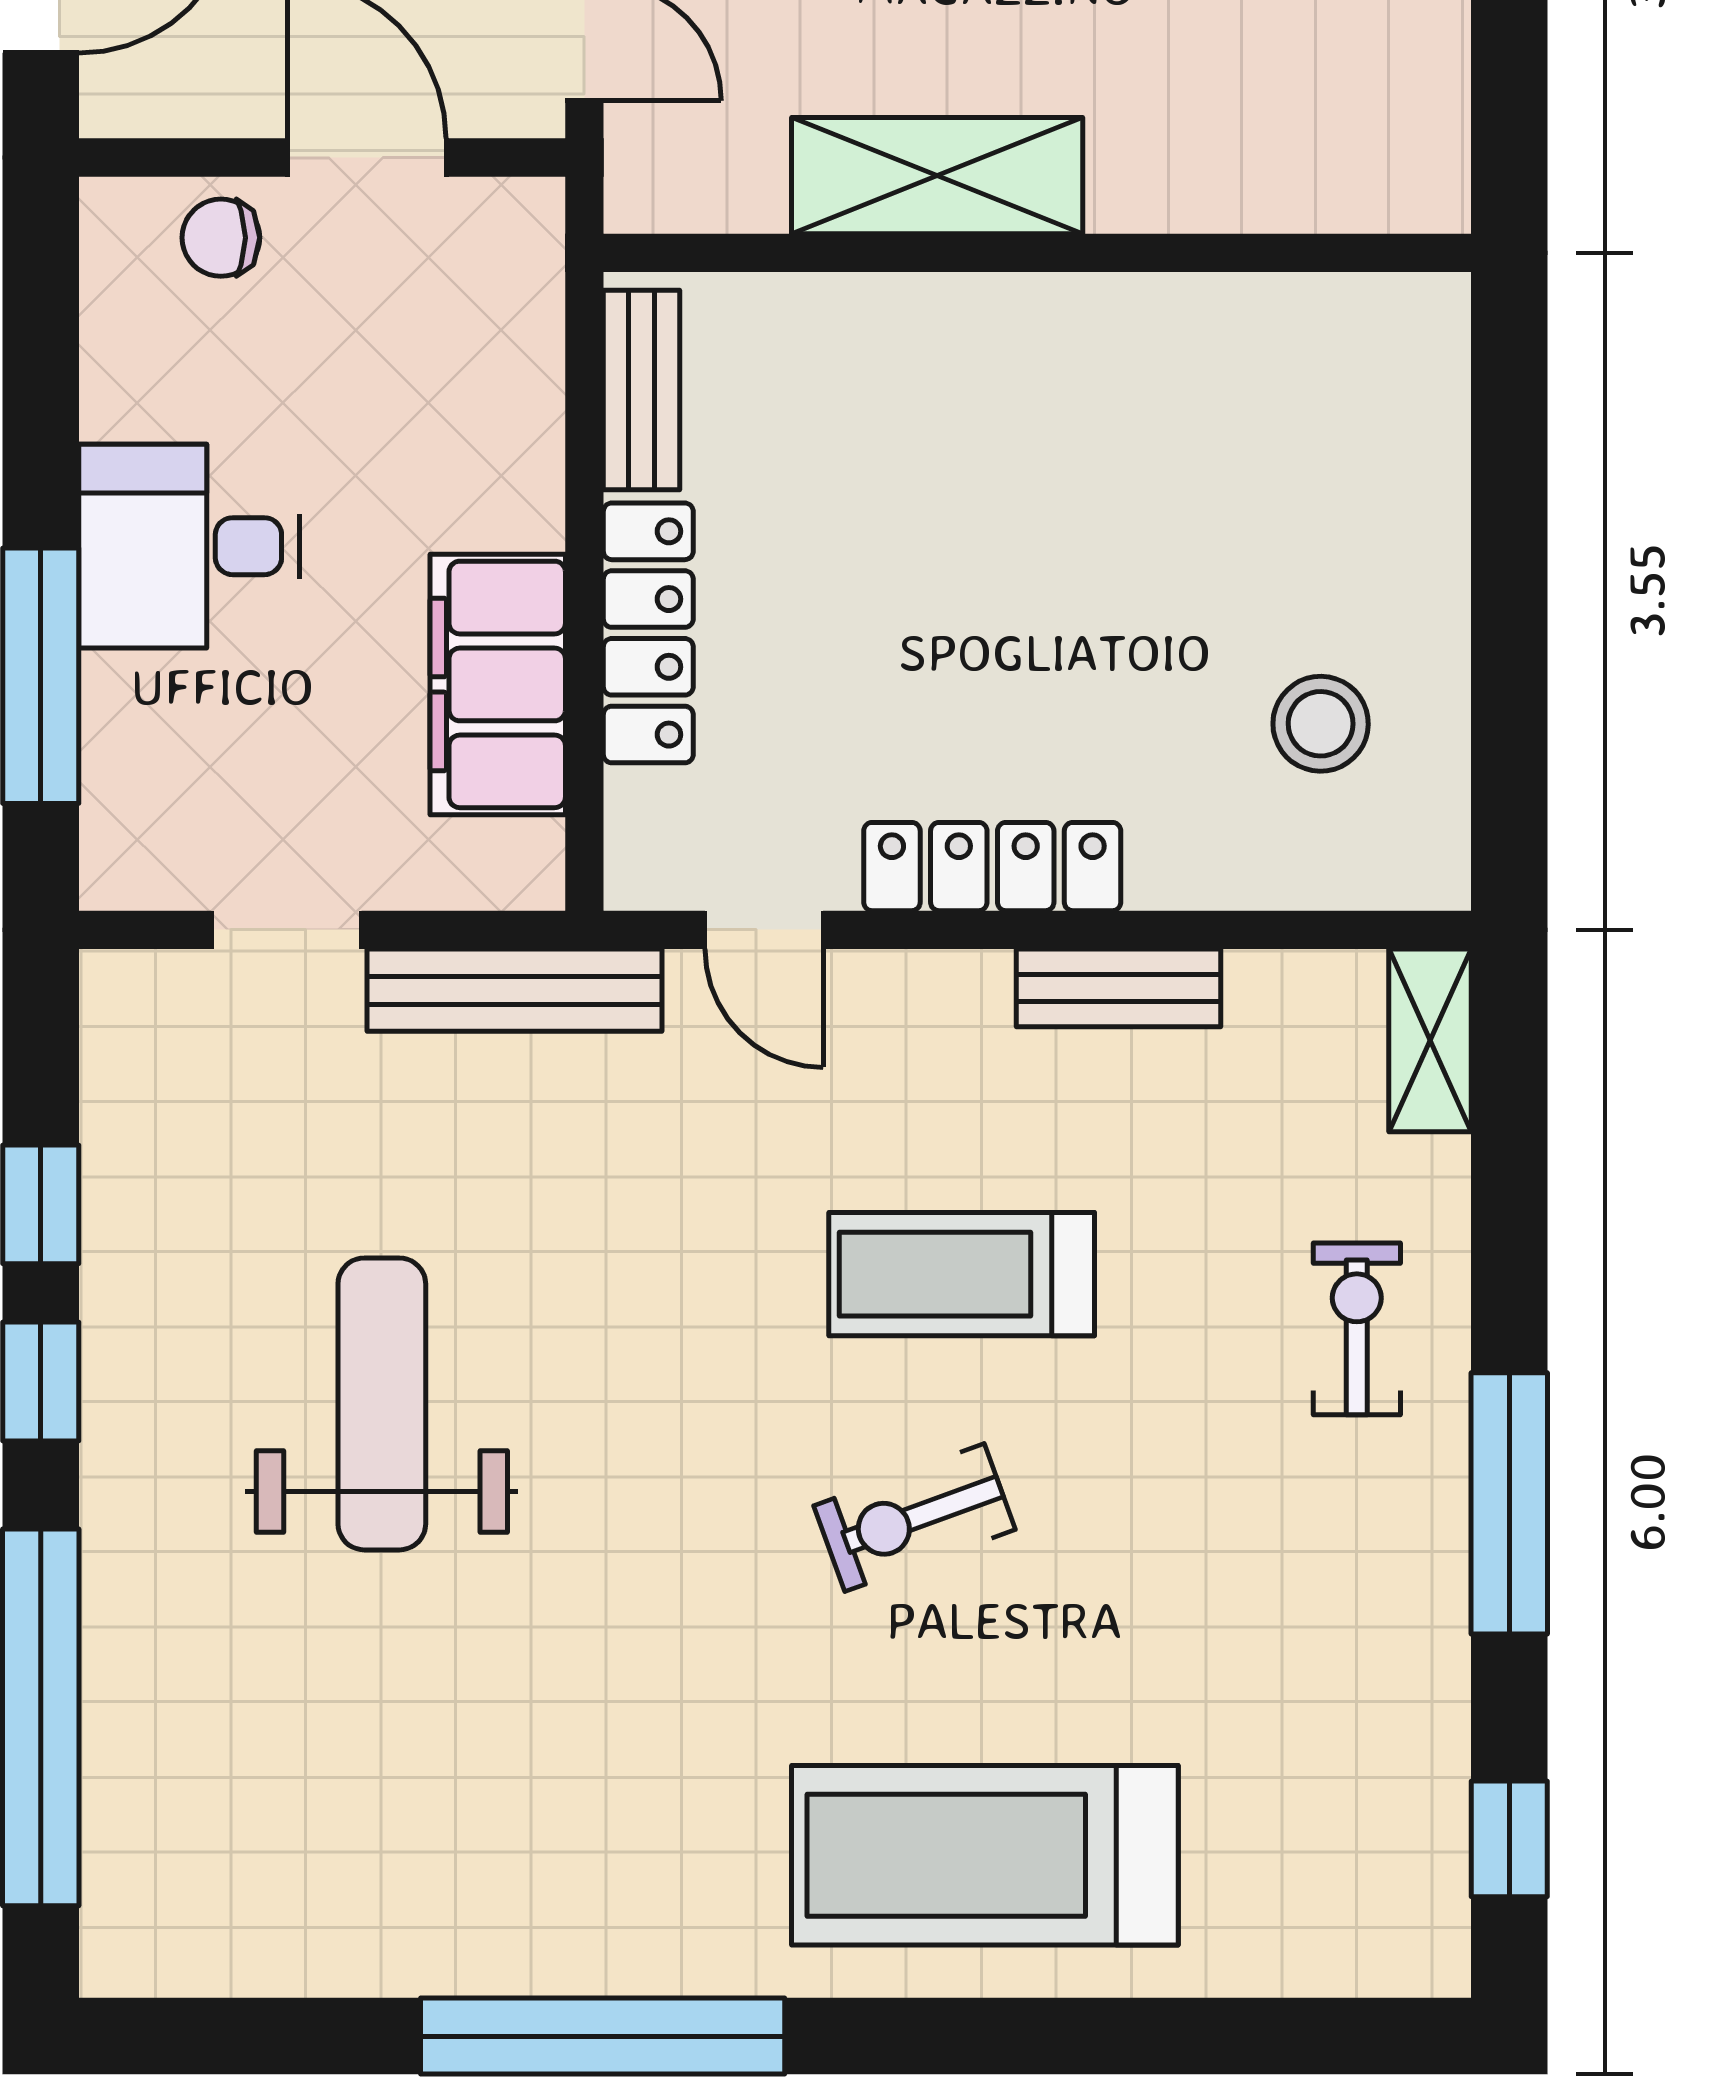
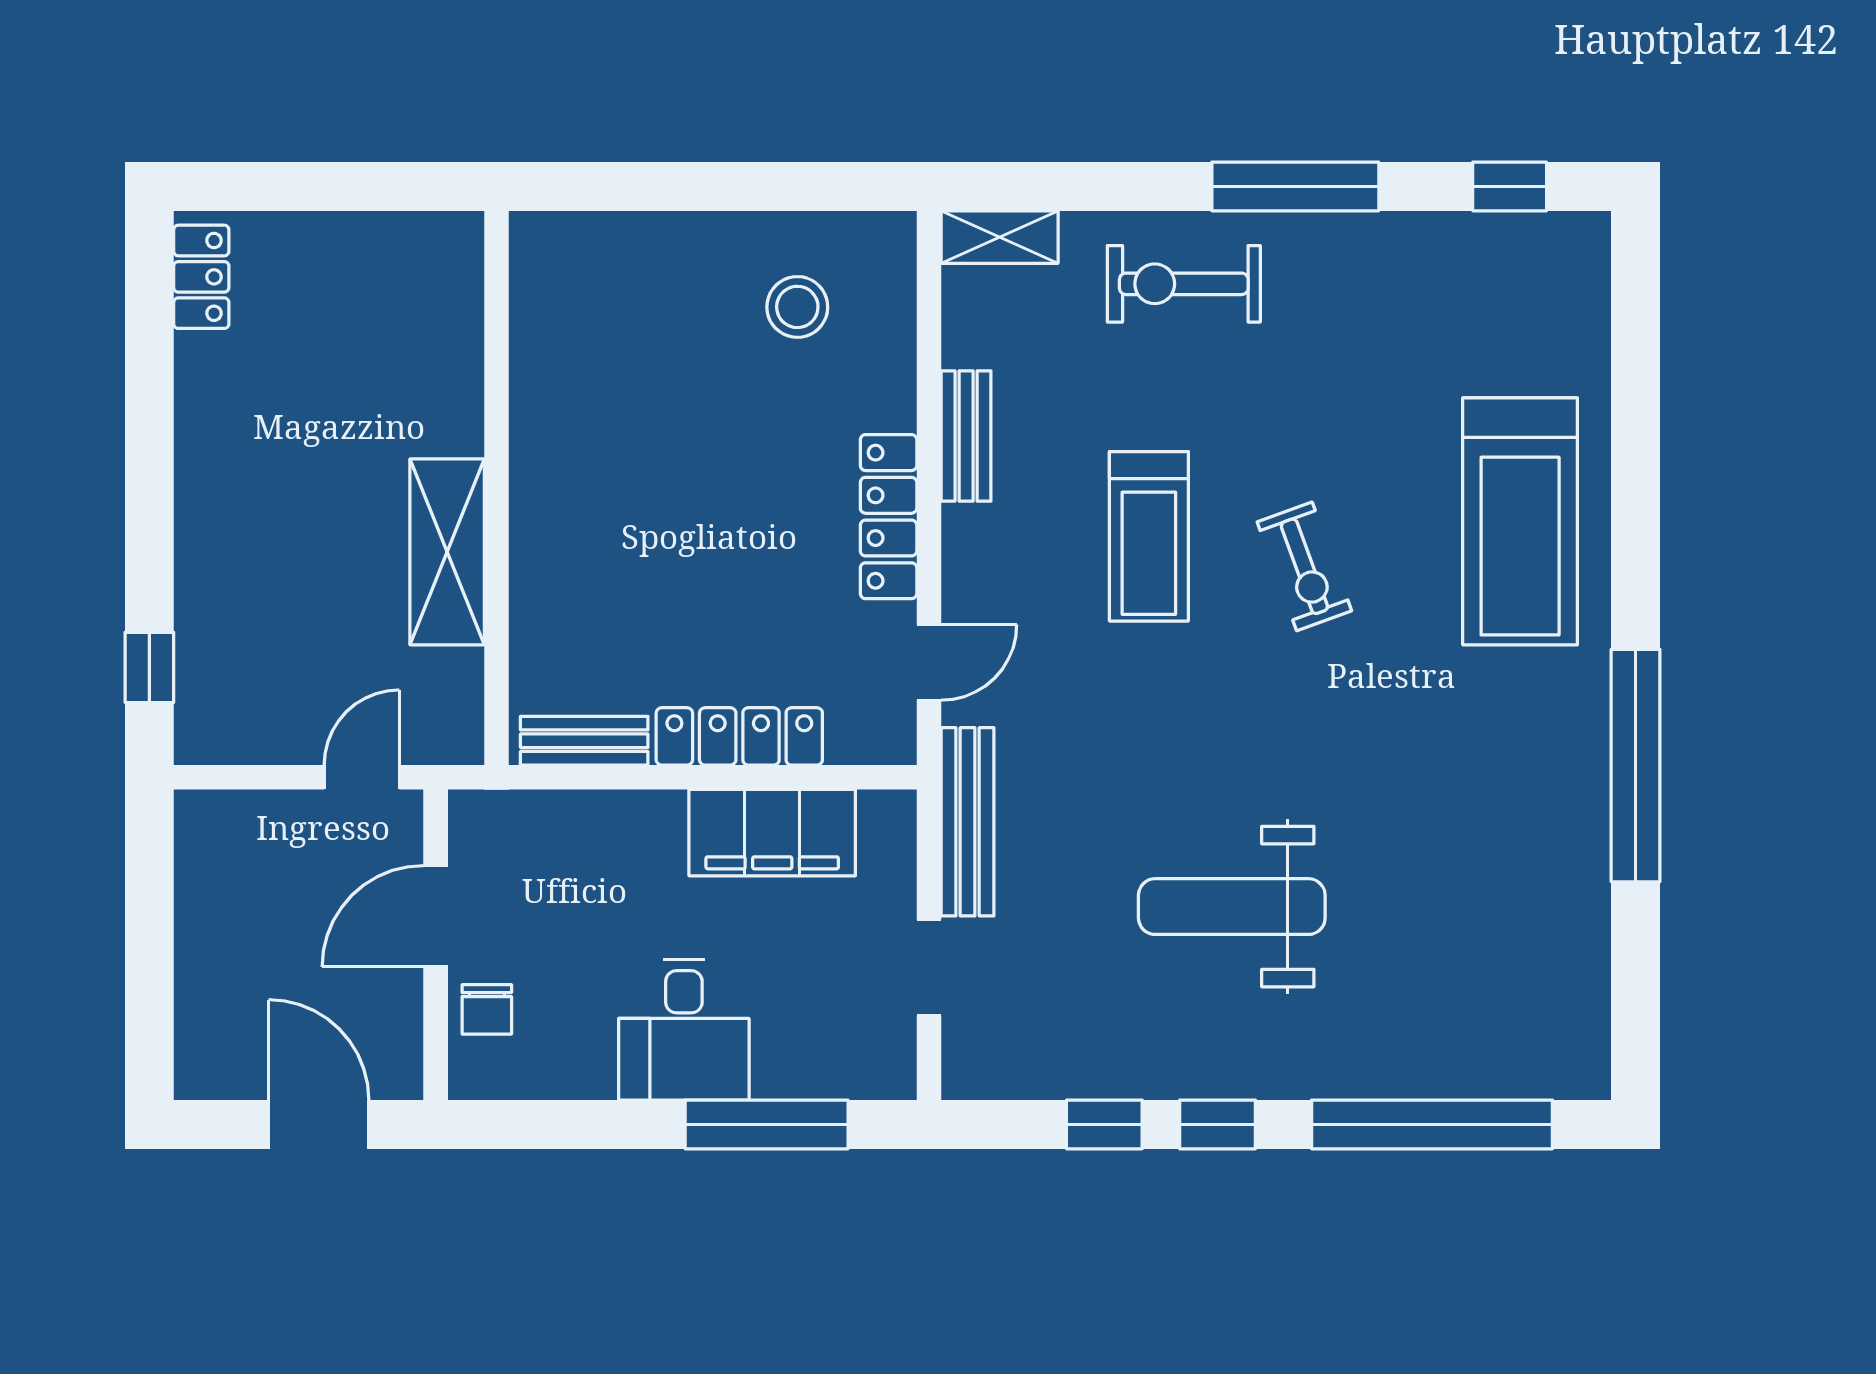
exercise bike: (1357, 1329) -> (1184, 284), width x1.38, depth x1.39

